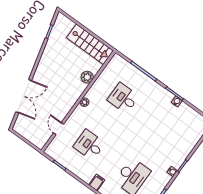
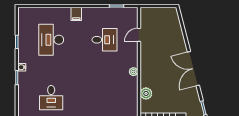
double door: (24, 96) -> (193, 69), moved
desk: (123, 98) -> (51, 98), moved, turned 90
door: (59, 129) -> (139, 35), swing flipped

